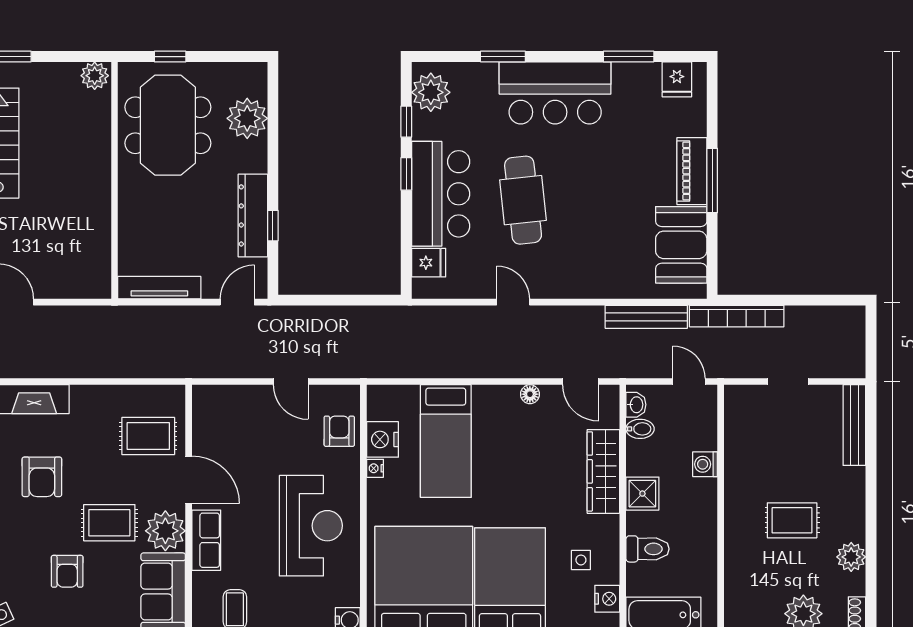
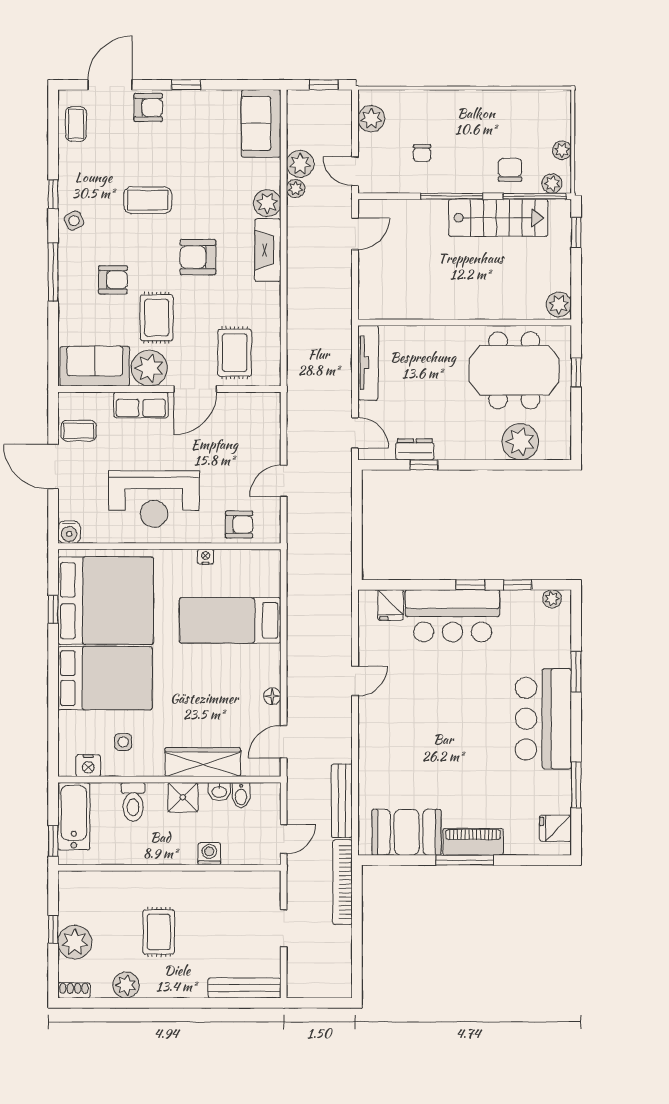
plant: (431, 92) -> (552, 599), width x0.53, depth x0.53
cafe table: (523, 200) -> (447, 690), removed
dresser: (253, 215) -> (415, 449), width x0.51, depth x0.80
washbasin: (636, 405) -> (219, 791), moved
nightstand: (382, 439) -> (232, 563), removed
armchair: (67, 571) -> (113, 280), turned 180

